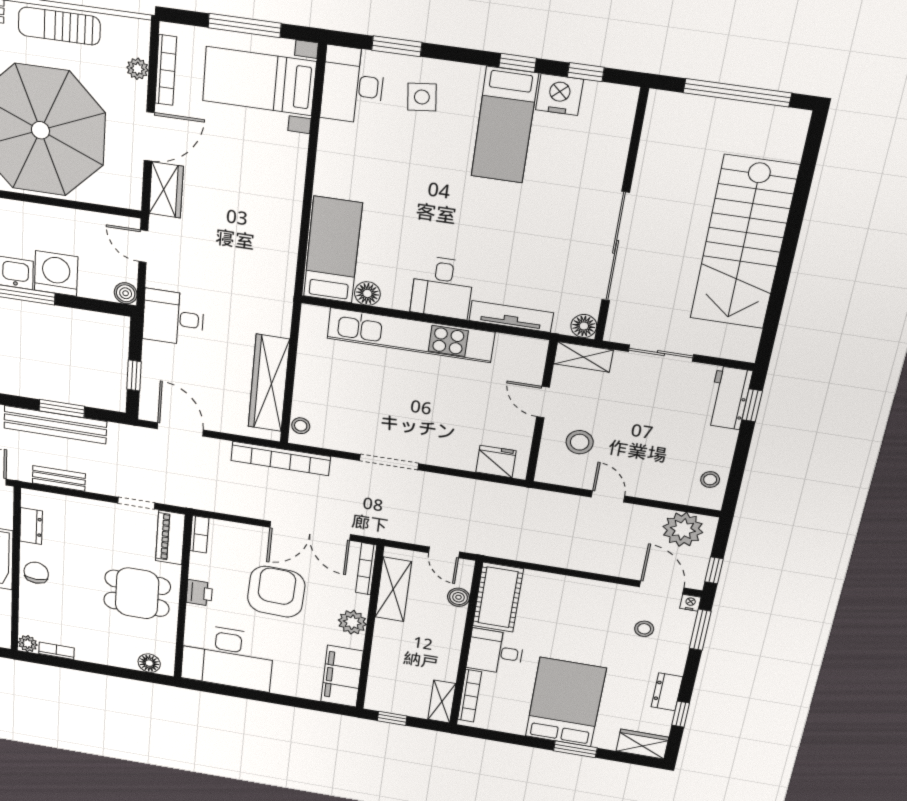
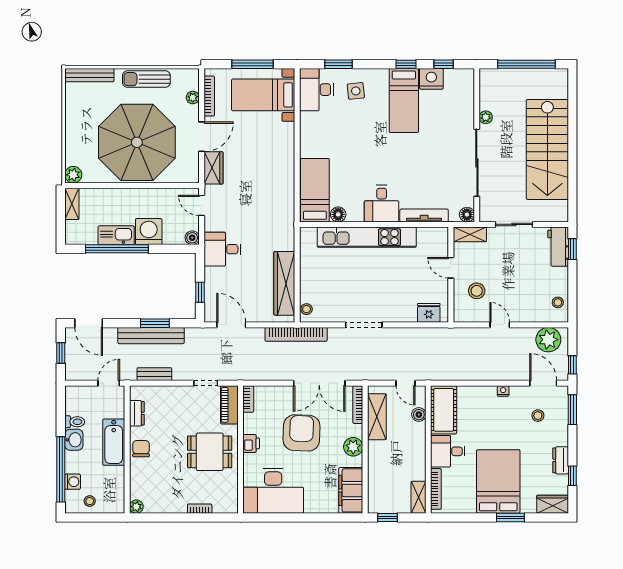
plant: (645, 174) -> (486, 117), added
nightstand: (690, 603) -> (503, 391), moved
bookcase: (57, 651) -> (200, 509), moved
floor lamp: (149, 663) -> (221, 506), removed

